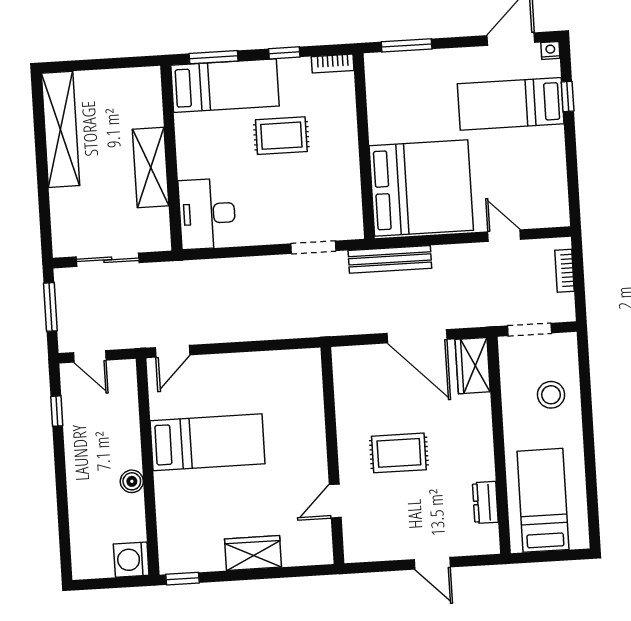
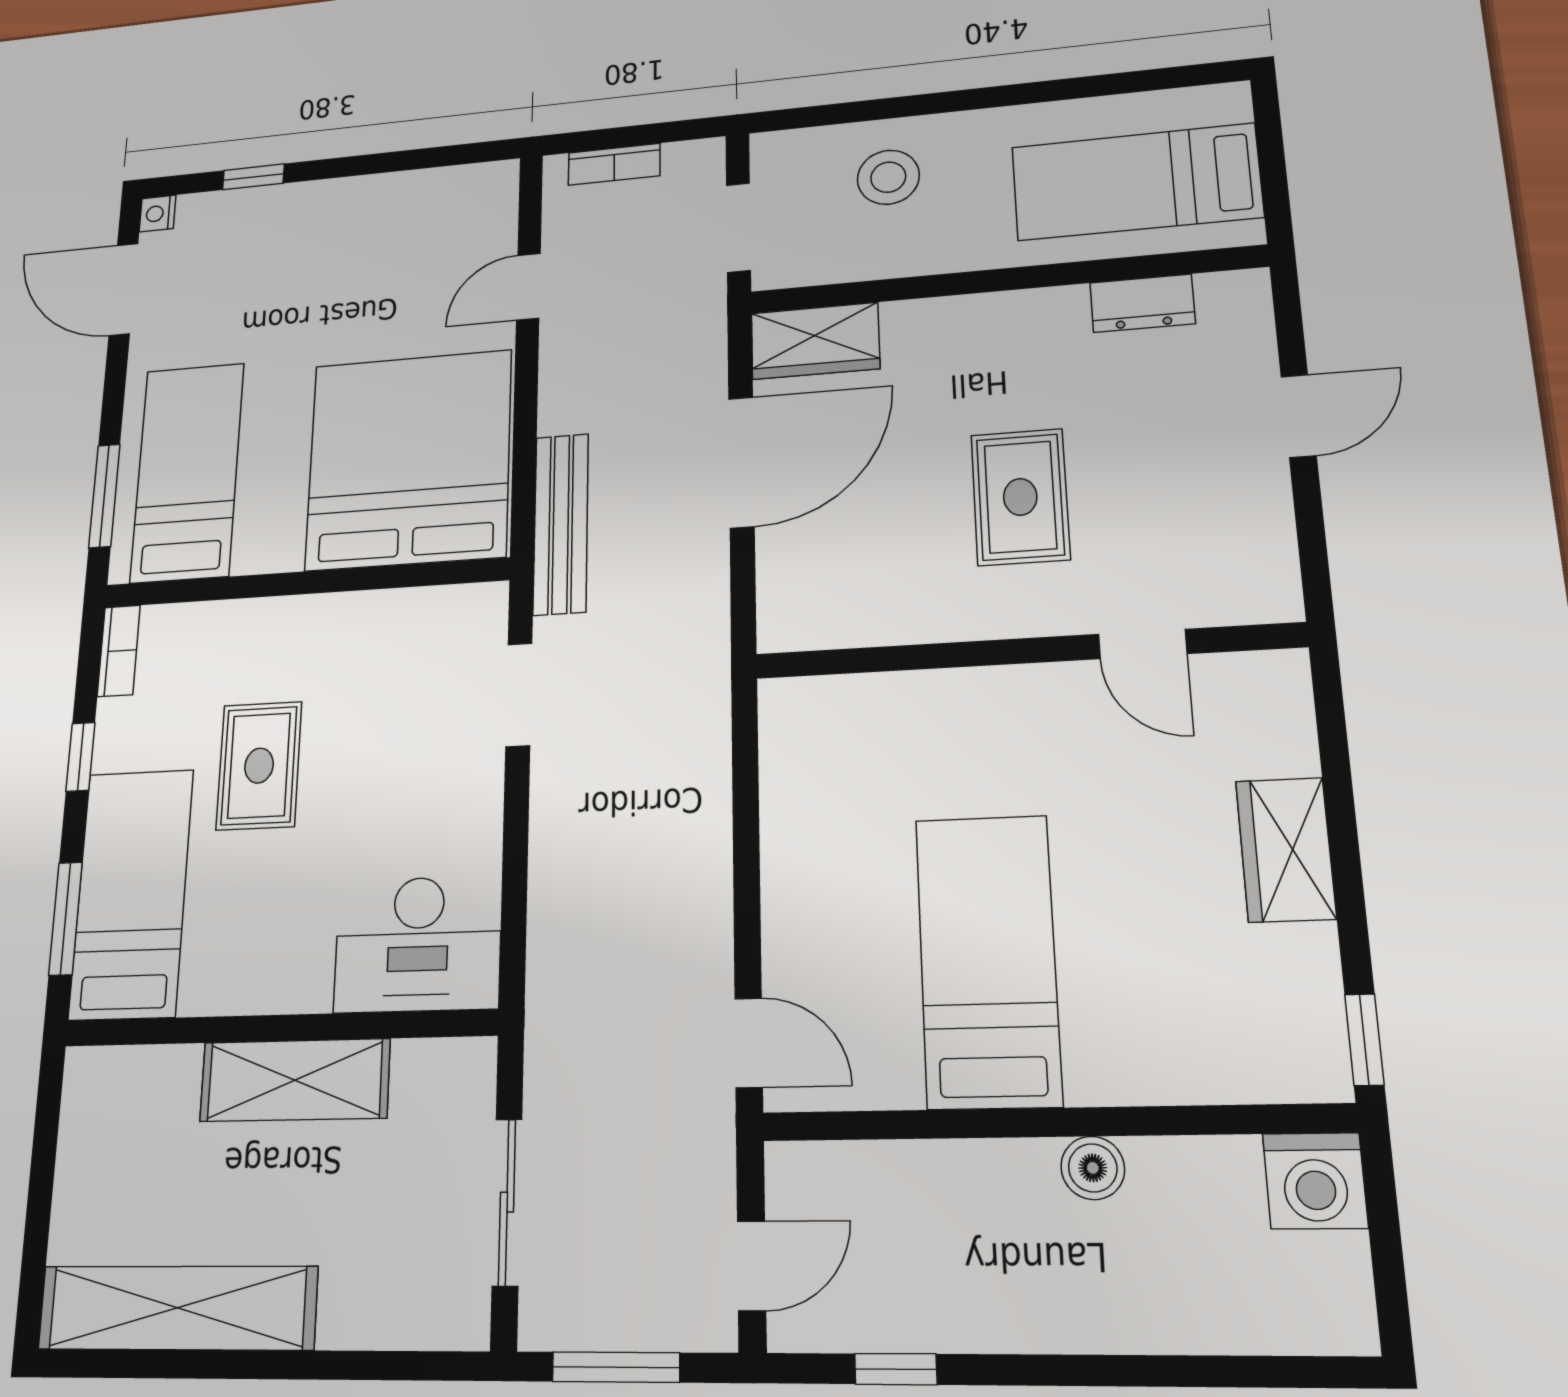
bed: (511, 104) -> (187, 472), moved, turned 180

